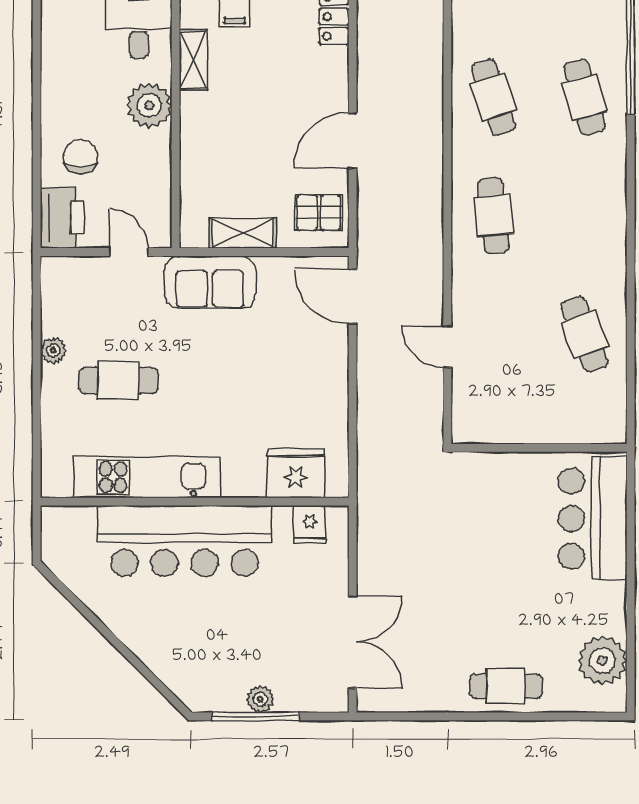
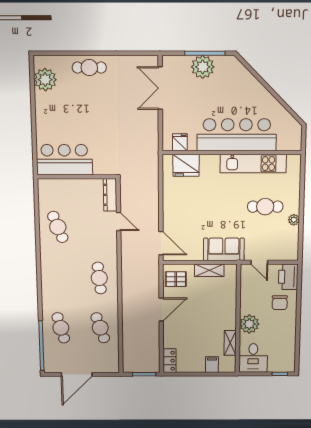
dresser: (466, 407) -> (110, 195), added
bar counter: (593, 519) -> (64, 160), moved, turned -90
plant: (260, 699) -> (203, 67), width x1.88, depth x1.88

